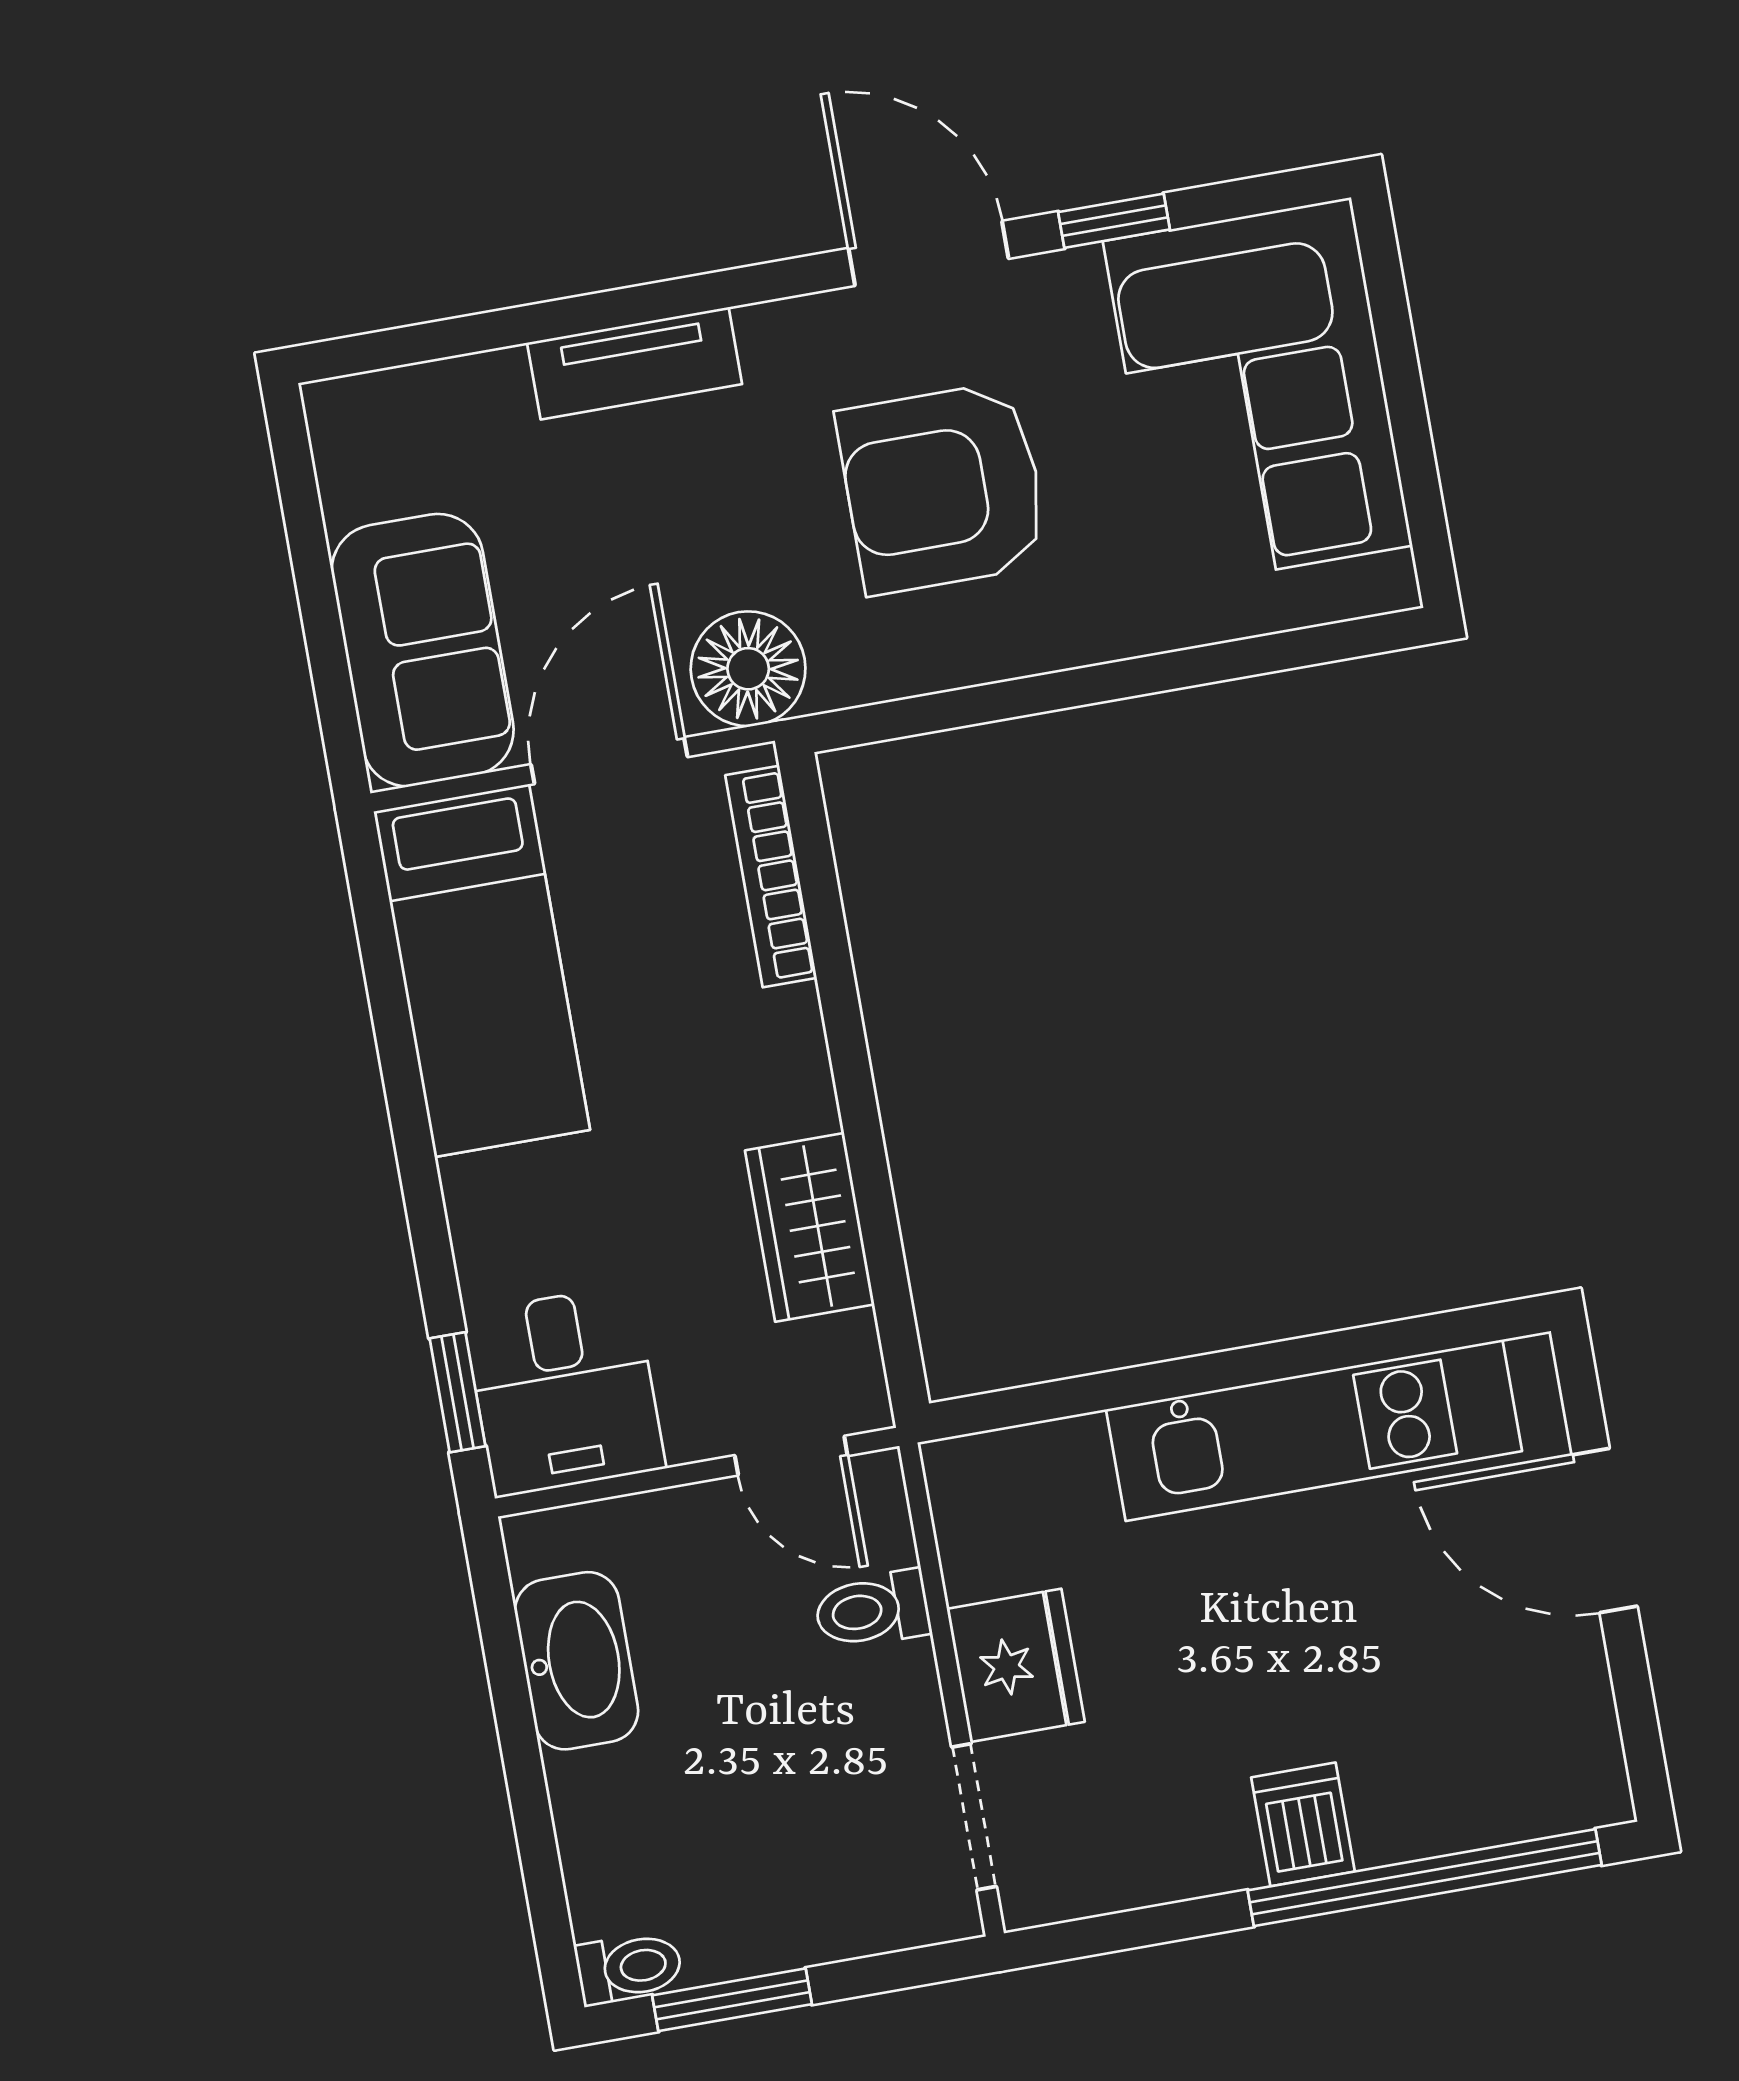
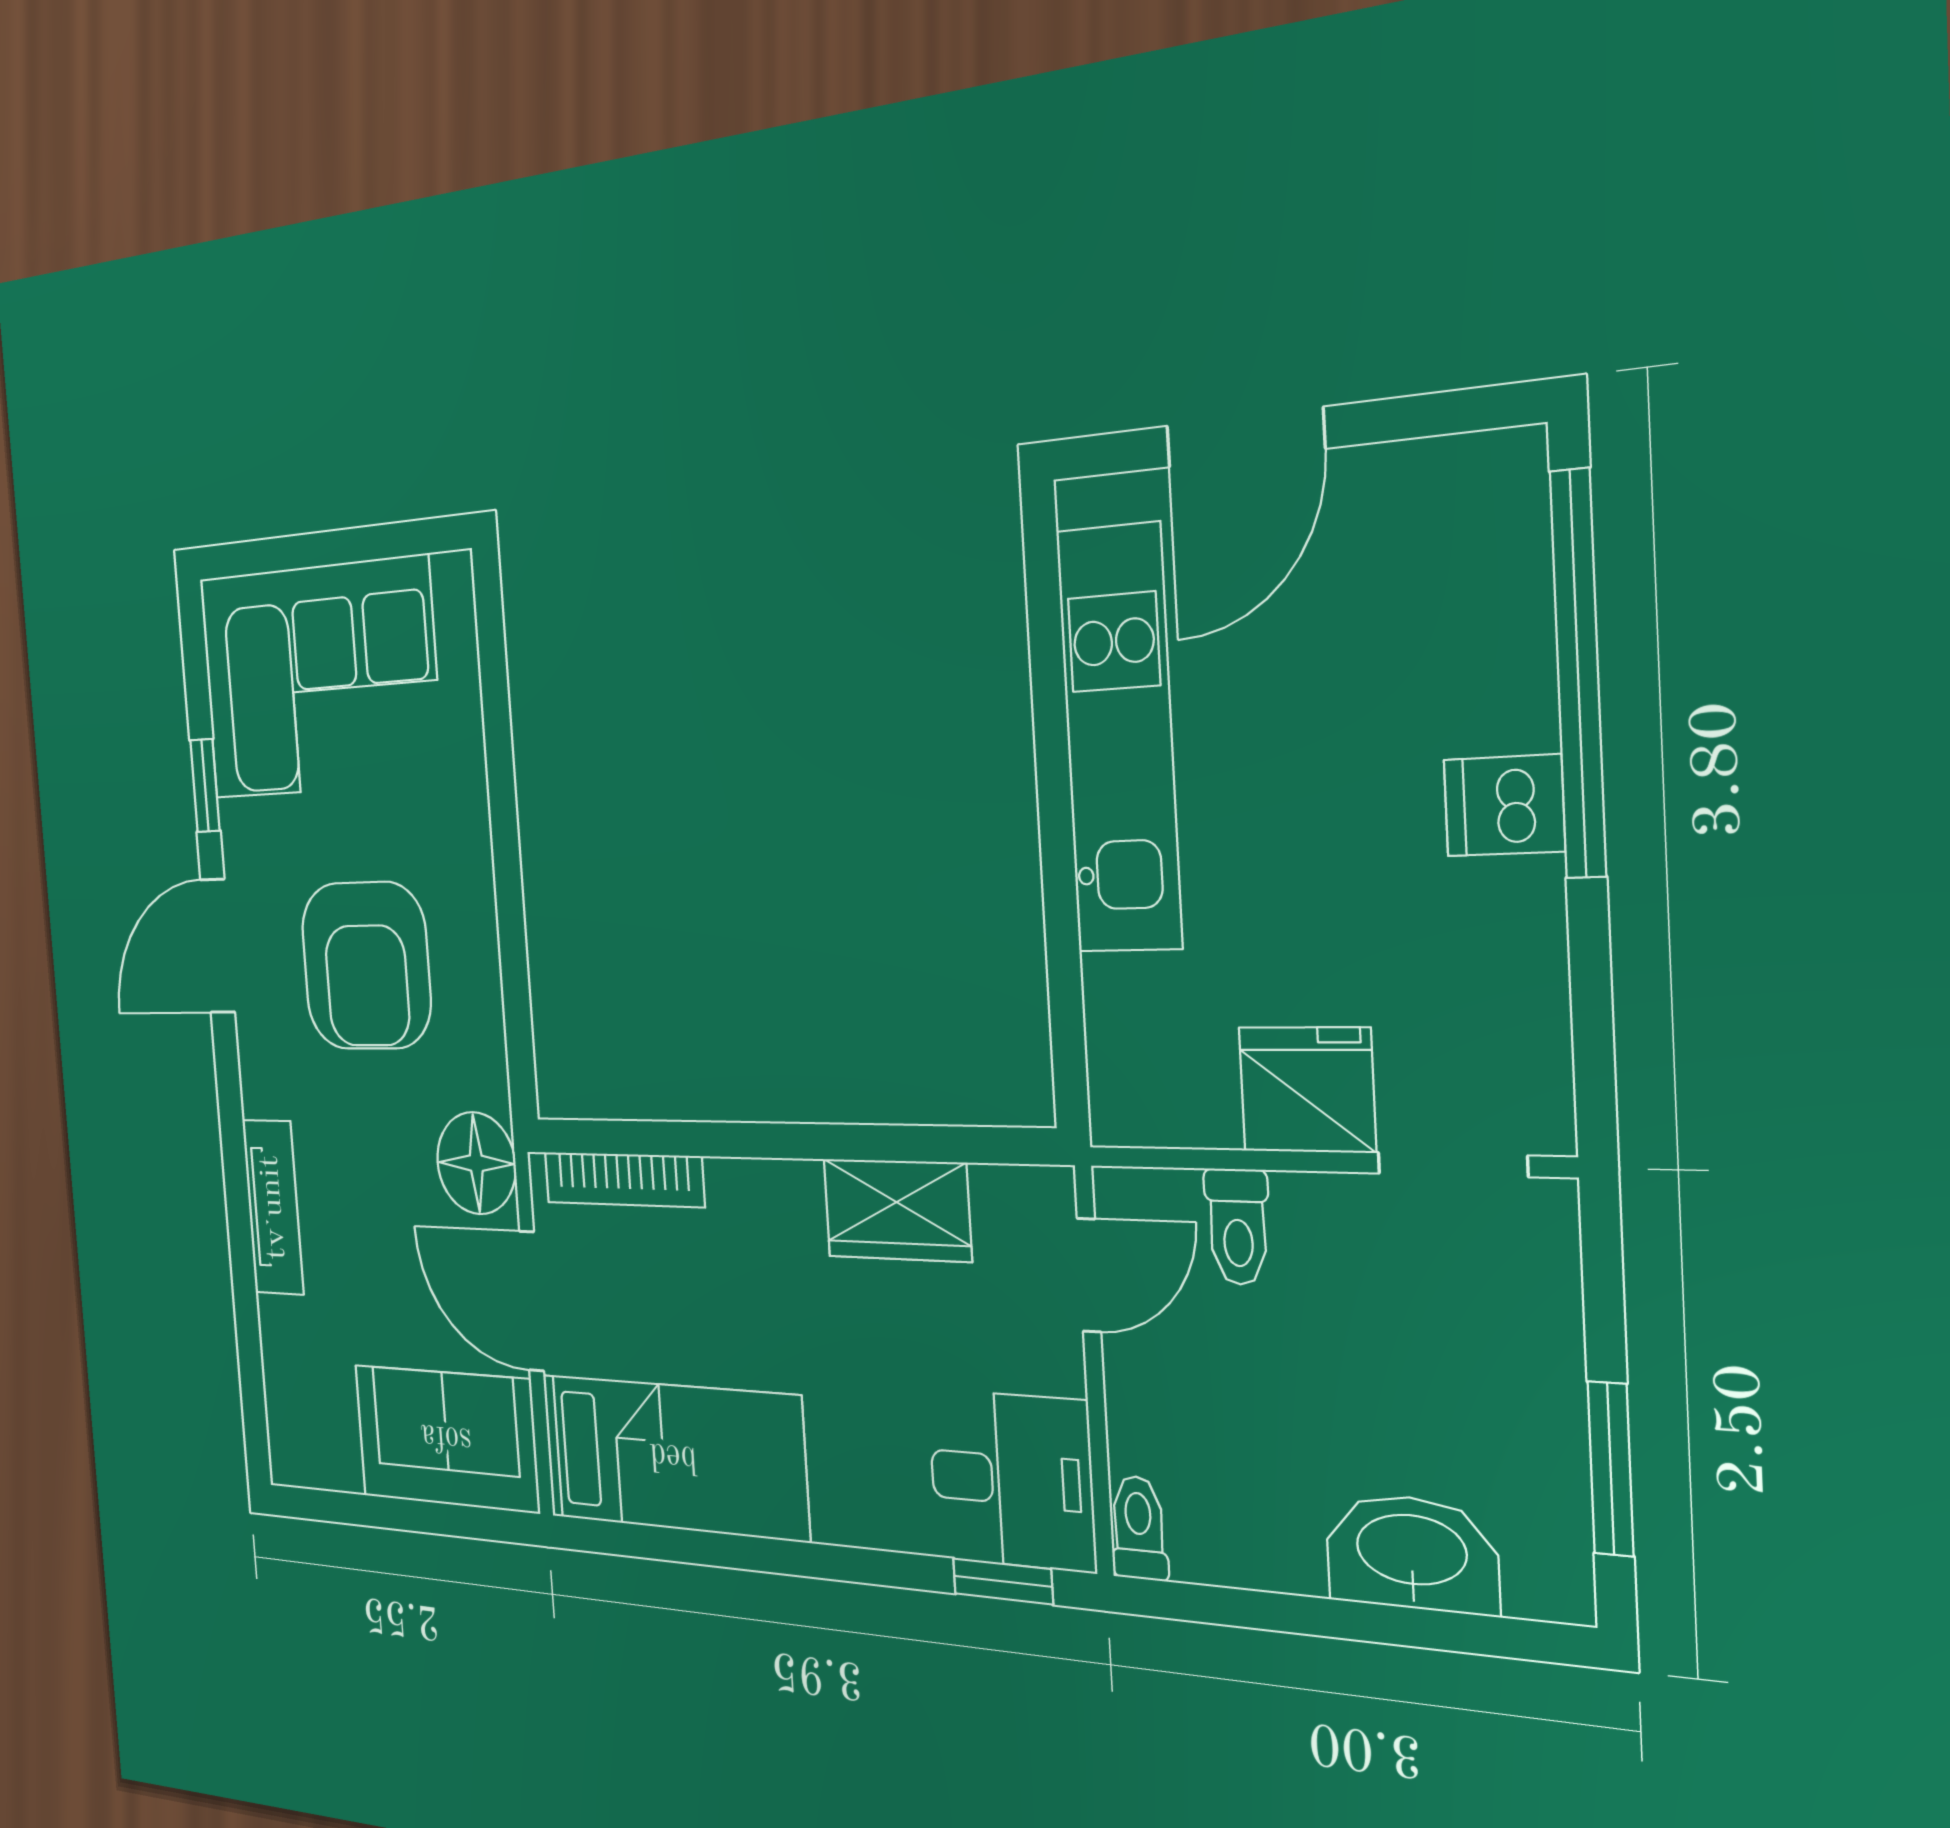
washbasin: (577, 1661) -> (1412, 1553), moved
toilet: (629, 1968) -> (1139, 1528), moved

